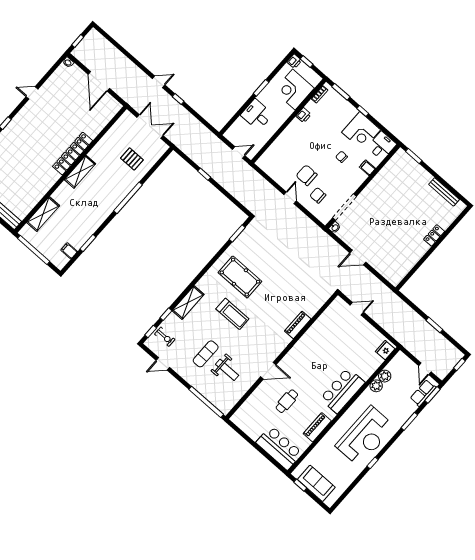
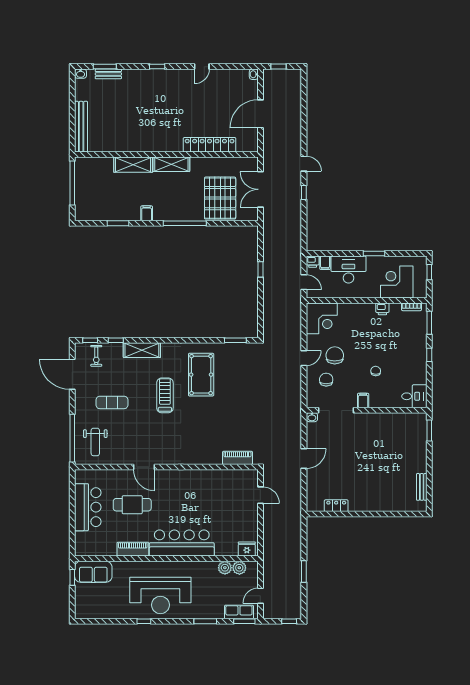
printer: (294, 61) -> (313, 262), moved
door: (32, 93) -> (202, 67), swing flipped
desk: (257, 115) -> (348, 270), width x1.37
double door: (150, 126) -> (260, 189), swing flipped
filing cabinet: (238, 127) -> (325, 263), added
corner desk: (361, 131) -> (322, 318), moved, turned -90
locker: (73, 154) -> (210, 145), moved
pallet: (132, 159) -> (220, 198), width x2.05, depth x2.00
filing cabinet: (367, 168) -> (363, 400), moved
bench: (444, 192) -> (422, 487), width x0.73
shelving: (43, 214) -> (133, 165), moved
locker: (434, 235) -> (336, 506), moved
filing cabinet: (69, 251) -> (147, 213), moved
door: (358, 258) -> (304, 458), swing flipped
treadmill: (232, 314) -> (165, 395), turned 180
piano: (298, 325) -> (237, 458), moved
door: (163, 364) -> (72, 374), width x1.88
weight bench: (227, 370) -> (95, 442), moved
plant: (376, 386) -> (239, 568), moved
bar counter: (342, 391) -> (182, 543), width x1.36
cafe table: (287, 401) -> (132, 505), width x1.37, depth x1.35
bar counter: (279, 448) -> (88, 507), moved
sofa: (316, 483) -> (93, 572), moved, turned 90

